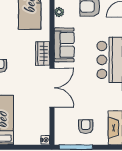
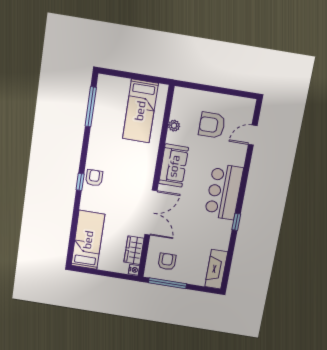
wardrobe: (43, 53) -> (134, 250), moved
armchair: (86, 127) -> (167, 262), moved

